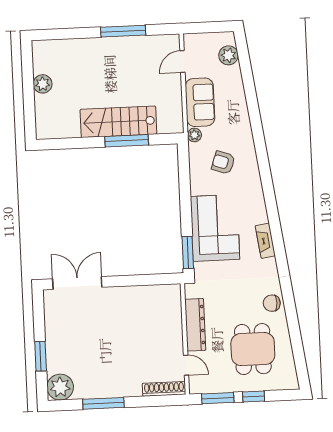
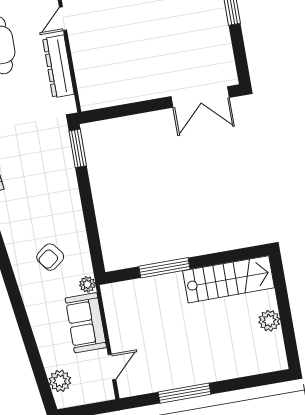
stairs: (118, 122) -> (228, 279), moved
armchair: (223, 162) -> (50, 257), turned 124
corner sofa: (215, 228) -> (50, 181), removed
door: (186, 365) -> (63, 19), hinge flipped

